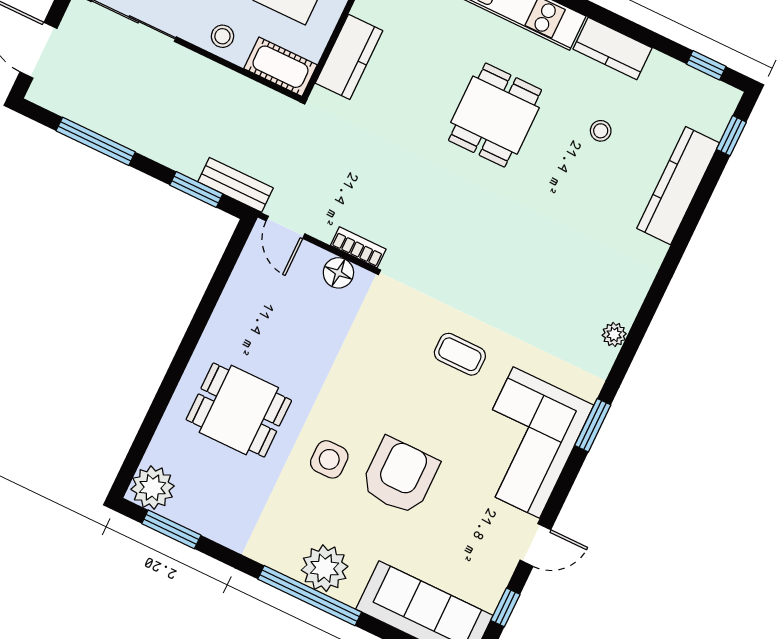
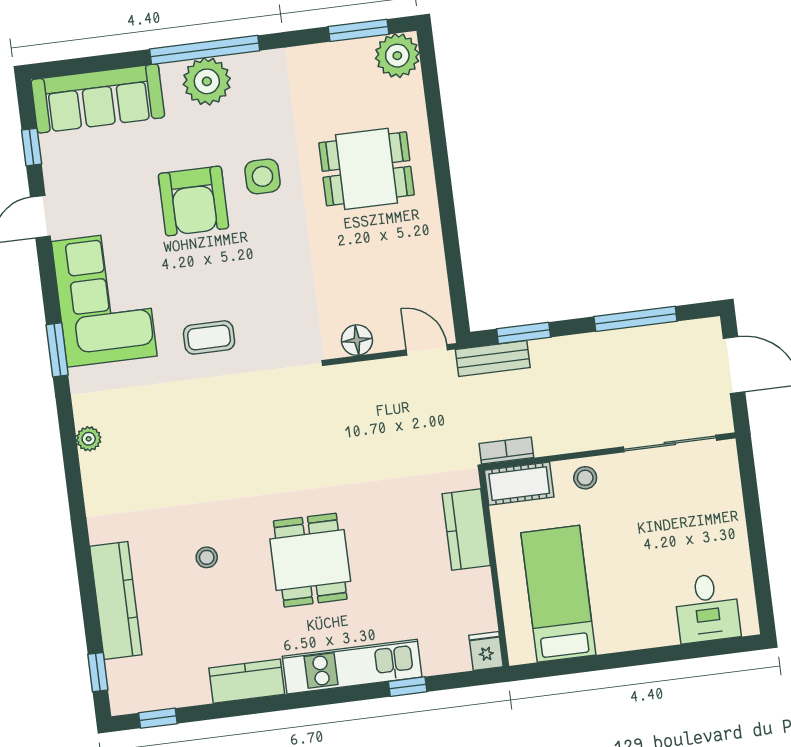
stool: (601, 131) -> (207, 557), moved
bookcase: (358, 247) -> (506, 451), moved, turned 180

